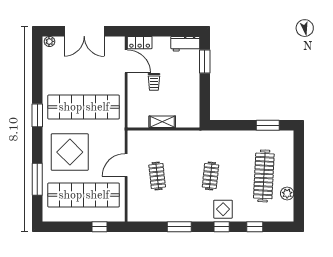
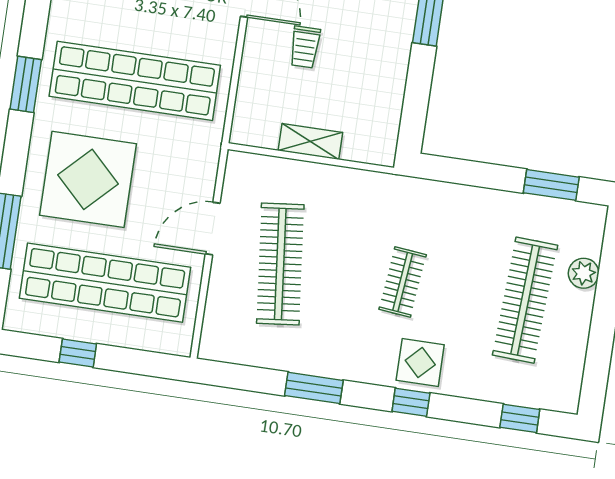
clothes rail: (157, 176) -> (280, 264), width x1.86, depth x1.31
plant: (287, 193) -> (584, 273), moved
window: (99, 227) -> (78, 353), moved
window: (255, 227) -> (520, 418), moved

